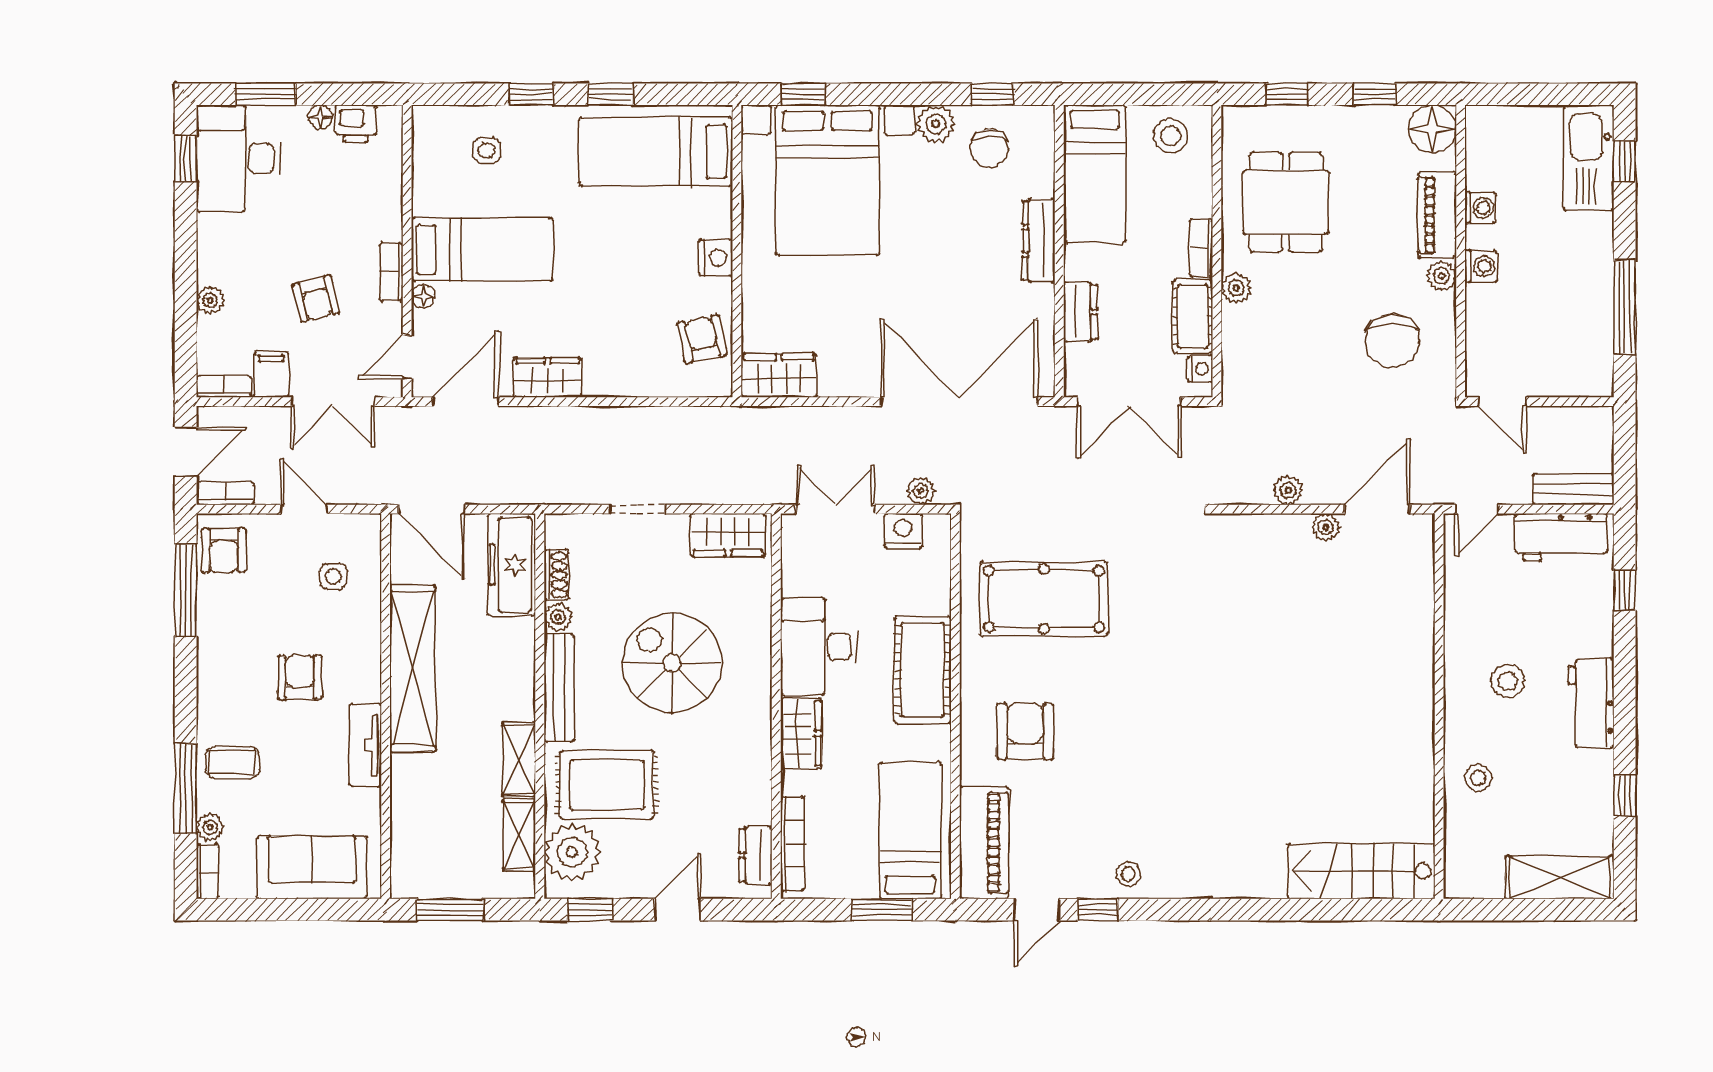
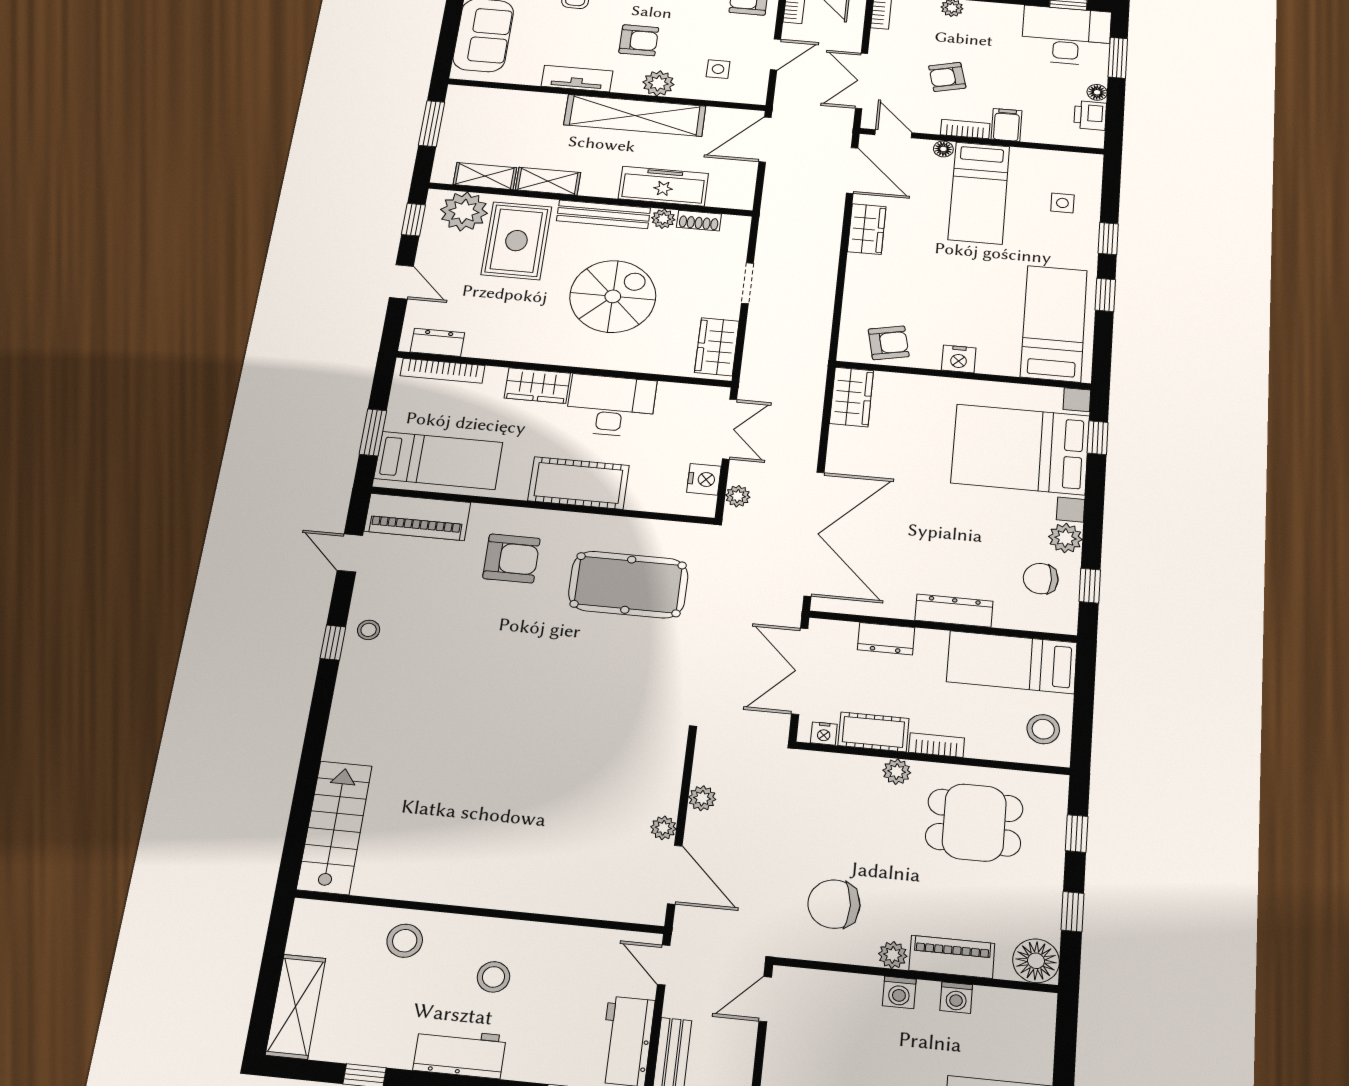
filing cabinet: (271, 374) -> (1007, 125), moved, turned -90
freezer: (512, 565) -> (663, 186), moved
pool table: (1044, 599) -> (628, 585), turned 90
plant: (362, 646) -> (658, 83), added
stool: (1478, 778) -> (405, 941), width x1.37, depth x1.37
window: (1098, 910) -> (333, 643), moved

